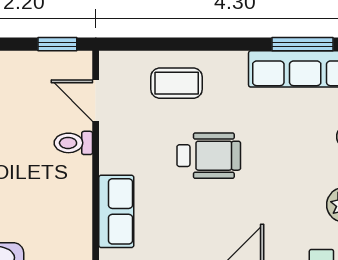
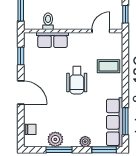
coffee table: (177, 83) -> (108, 66), turned 90
toilet: (73, 143) -> (48, 21), moved

